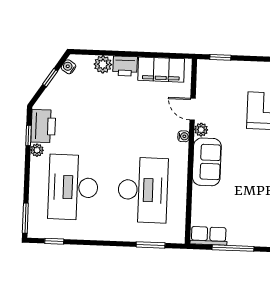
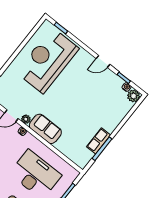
row of seats: (209, 236) -> (99, 141), moved

